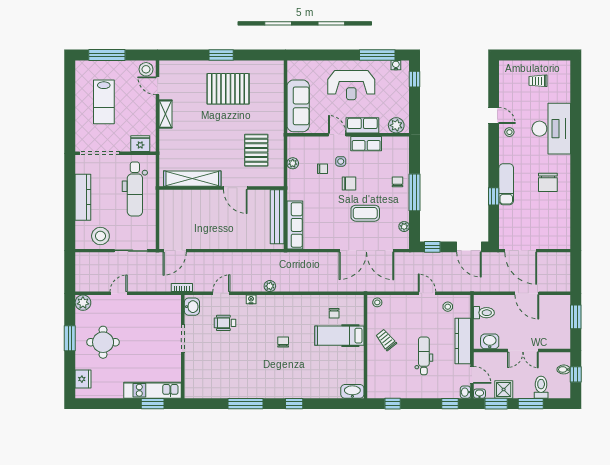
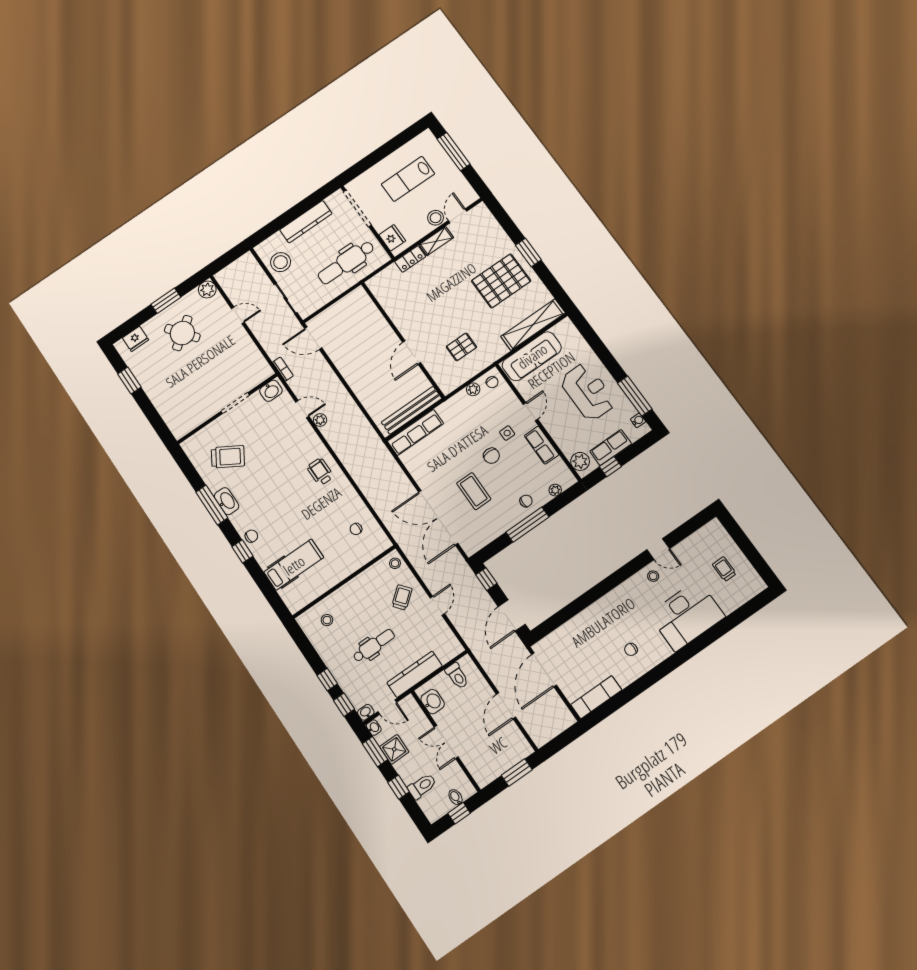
stool: (146, 69) -> (436, 218), moved
window: (414, 79) -> (610, 467), moved
reception desk: (351, 85) -> (588, 392), turned 180
pallet: (228, 89) -> (501, 281), turned 90
door: (494, 115) -> (658, 549), hinge flipped
row of seats: (362, 125) -> (611, 448), moved, turned -90
locker: (165, 142) -> (410, 259), added
pallet: (256, 150) -> (461, 347), width x0.67, depth x0.71
chair: (322, 169) -> (492, 382), moved
shelving: (192, 179) -> (533, 325), moved, turned 90
chair: (548, 182) -> (631, 649), width x0.54, depth x0.54
exam couch: (506, 184) -> (596, 697), moved, turned 180
window: (494, 196) -> (579, 605), removed
plant: (404, 227) -> (555, 490), moved
plant: (270, 286) -> (320, 420), moved
nightstand: (251, 299) -> (315, 441), removed
stool: (448, 307) -> (327, 620), moved
wheelchair: (225, 323) -> (320, 472), moved
hospital bed: (339, 336) -> (294, 565), moved, turned 90
trolley: (386, 340) -> (402, 597), moved
round table: (103, 342) -> (182, 333), turned -37
chair: (283, 342) -> (251, 536), moved
trolley: (219, 369) -> (228, 457), added
door: (472, 375) -> (387, 707), hinge flipped
kitchen unit: (153, 390) -> (167, 409), removed
washbasin: (352, 391) -> (227, 501), moved
window: (153, 404) -> (129, 380), moved
window: (393, 404) -> (327, 680), moved
window: (531, 404) -> (399, 787), width x0.67

